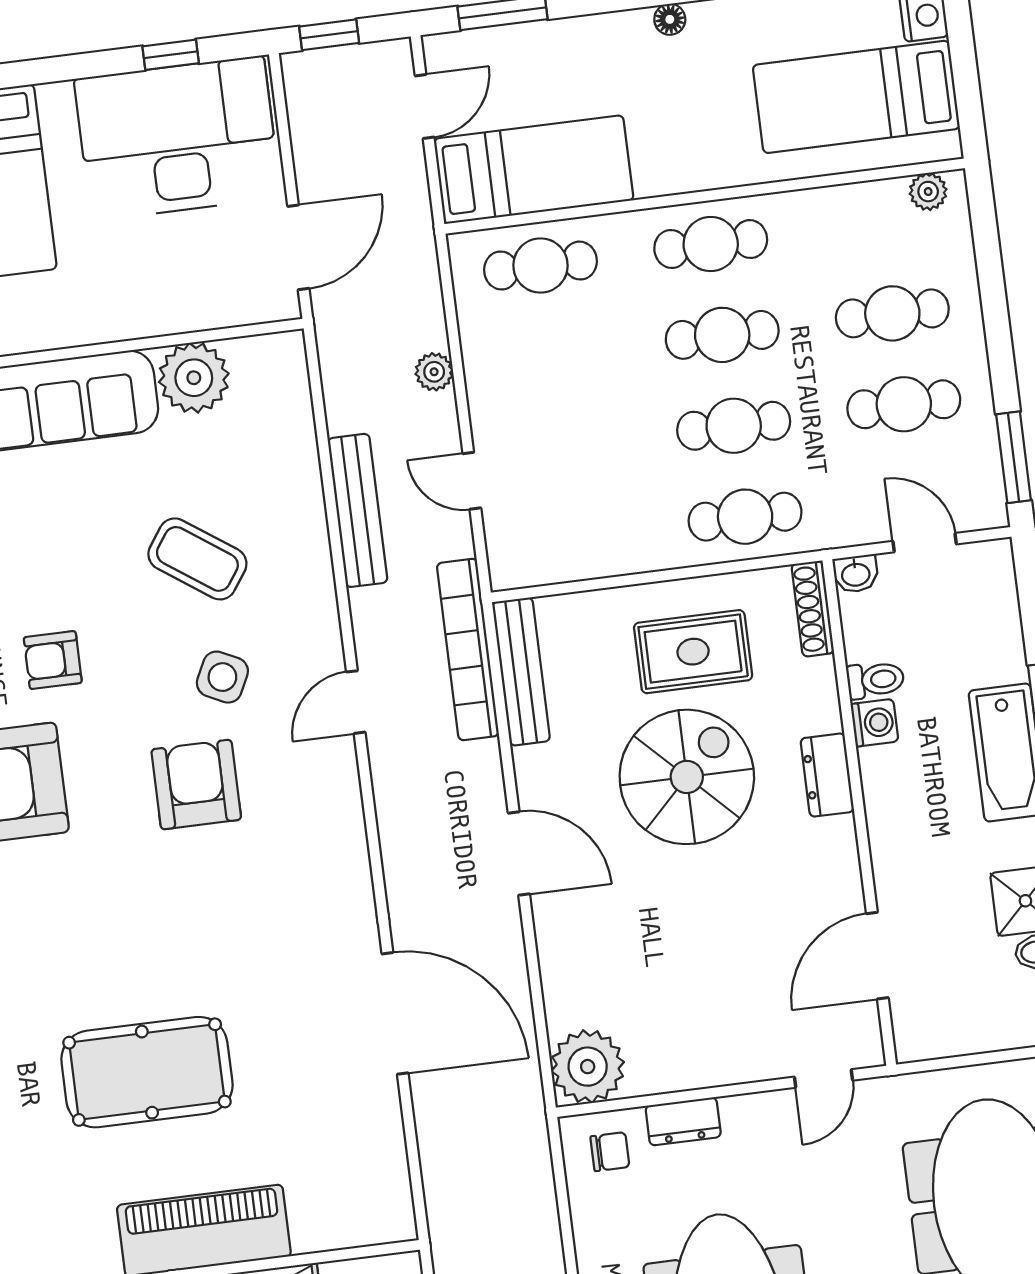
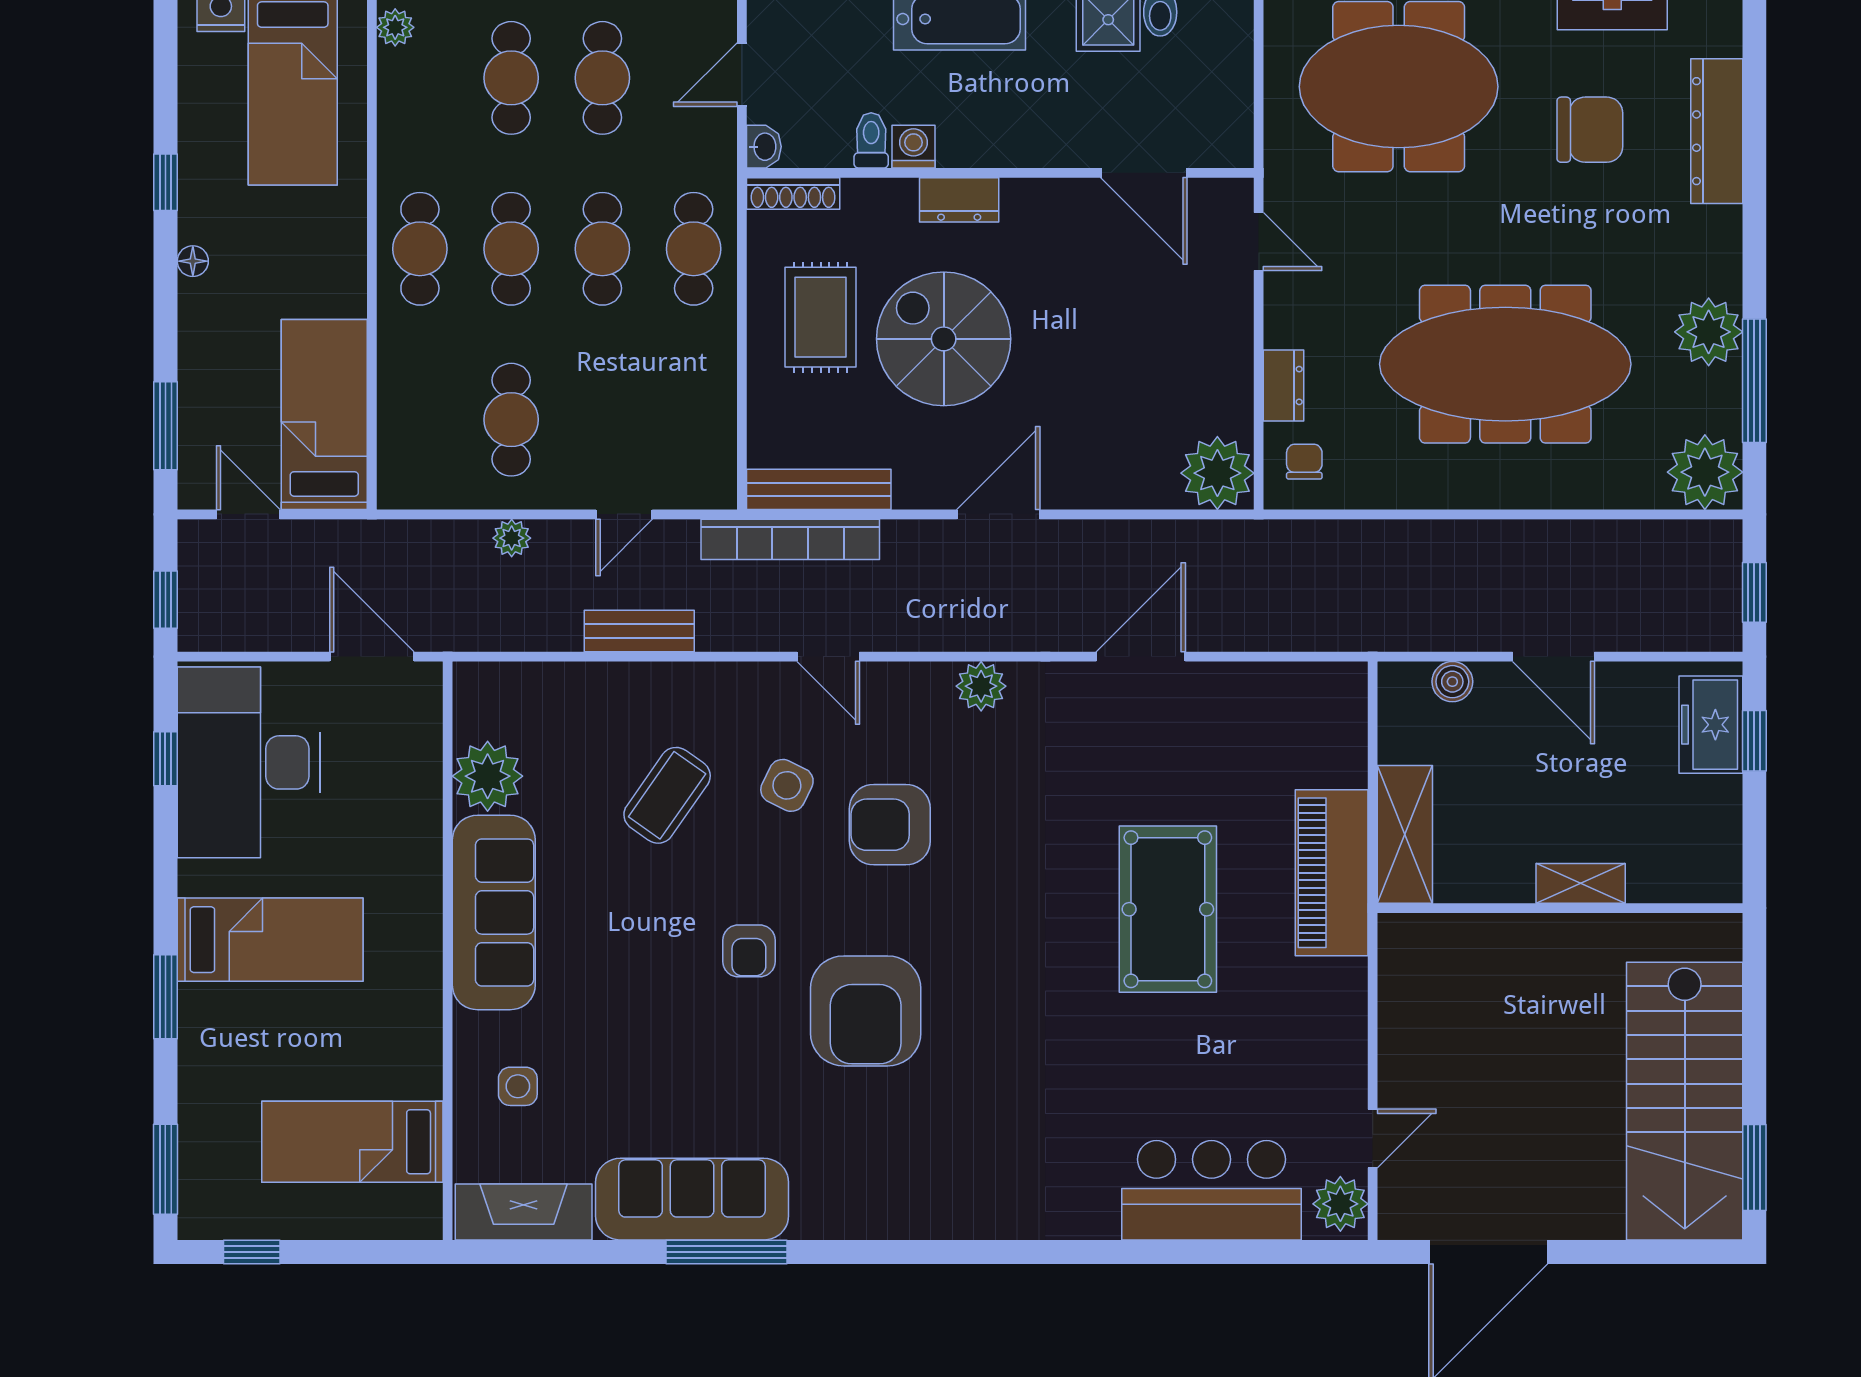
cafe table: (540, 266) -> (511, 420), moved
bench: (358, 510) -> (639, 631), width x0.73
plant: (346, 858) -> (981, 686), added
door: (395, 1013) -> (1141, 657), width x0.73

